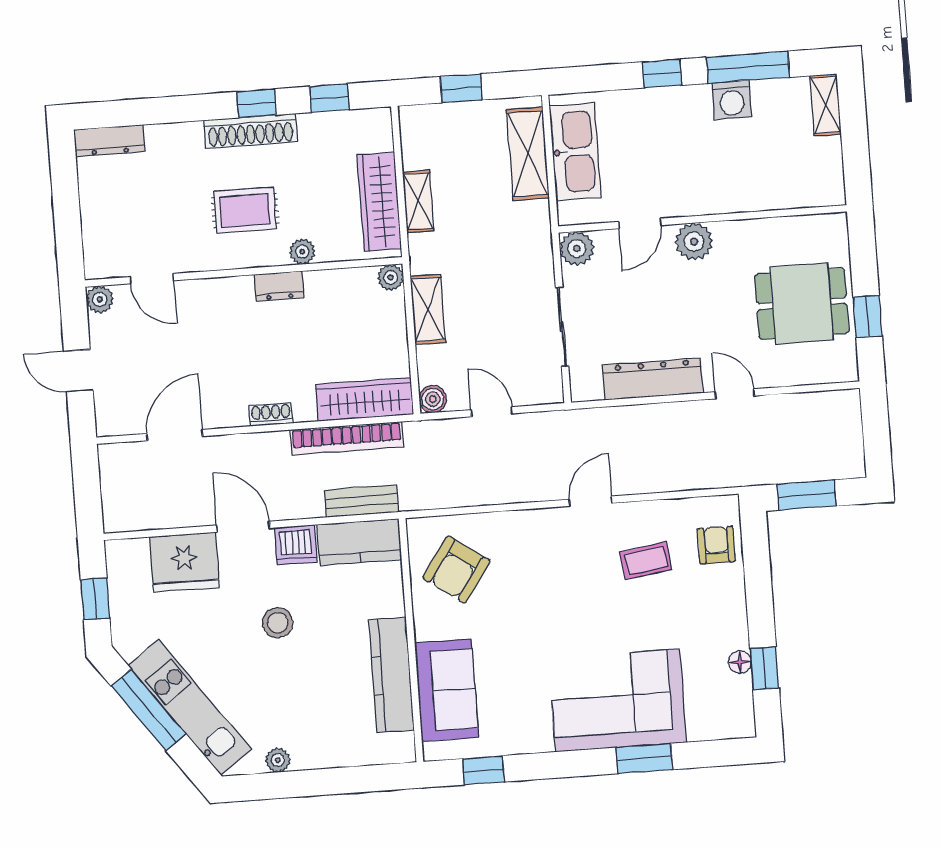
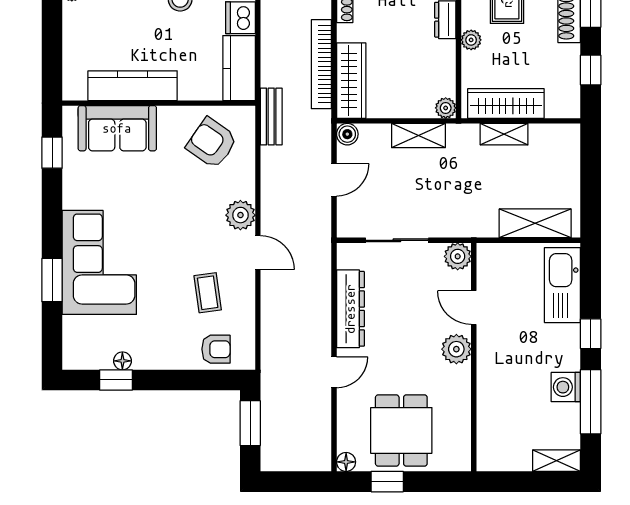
window: (461, 88) -> (591, 175), removed
kitchen sink: (575, 152) -> (562, 285), moved, turned 90
floor lamp: (847, 370) -> (346, 462), added
bench: (362, 501) -> (271, 117), moved
plant: (545, 527) -> (240, 215), added

